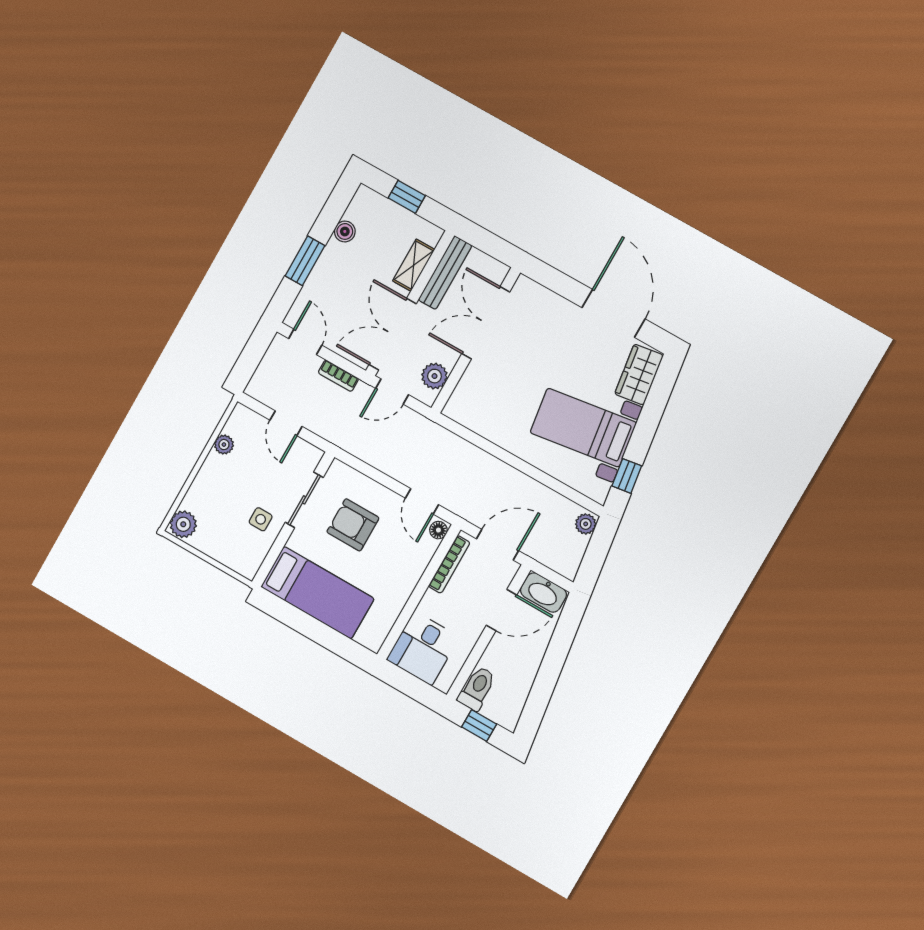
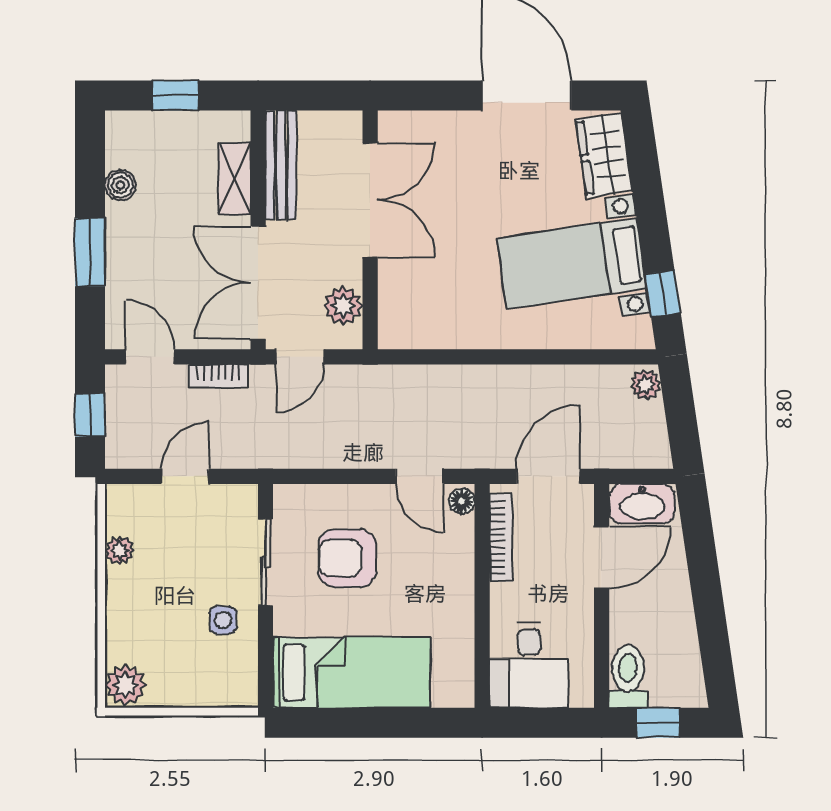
double door: (486, 323) -> (370, 200), swing flipped
window: (251, 356) -> (90, 415), added
door: (286, 423) -> (185, 476), swing flipped

